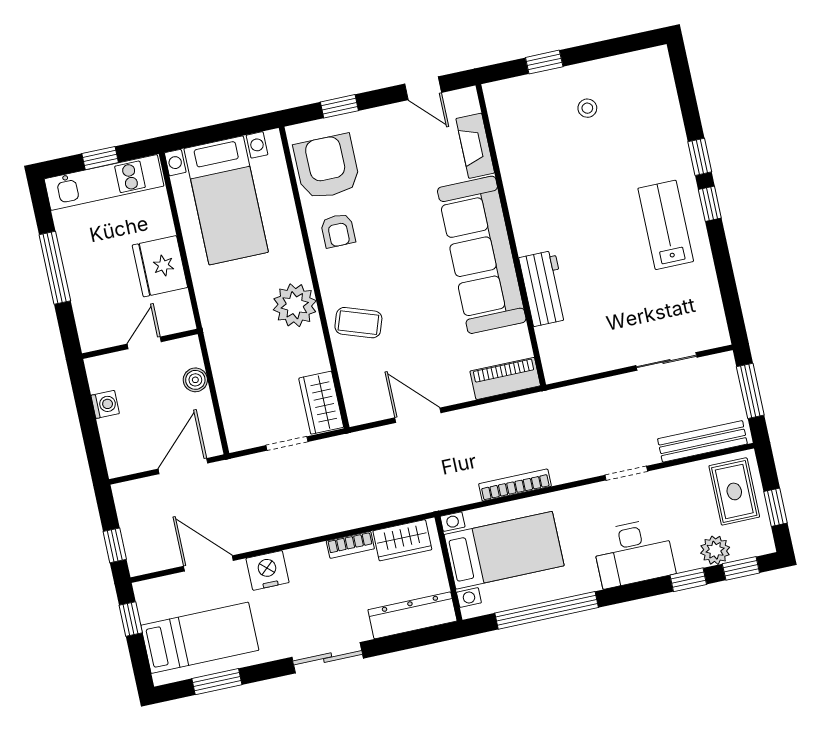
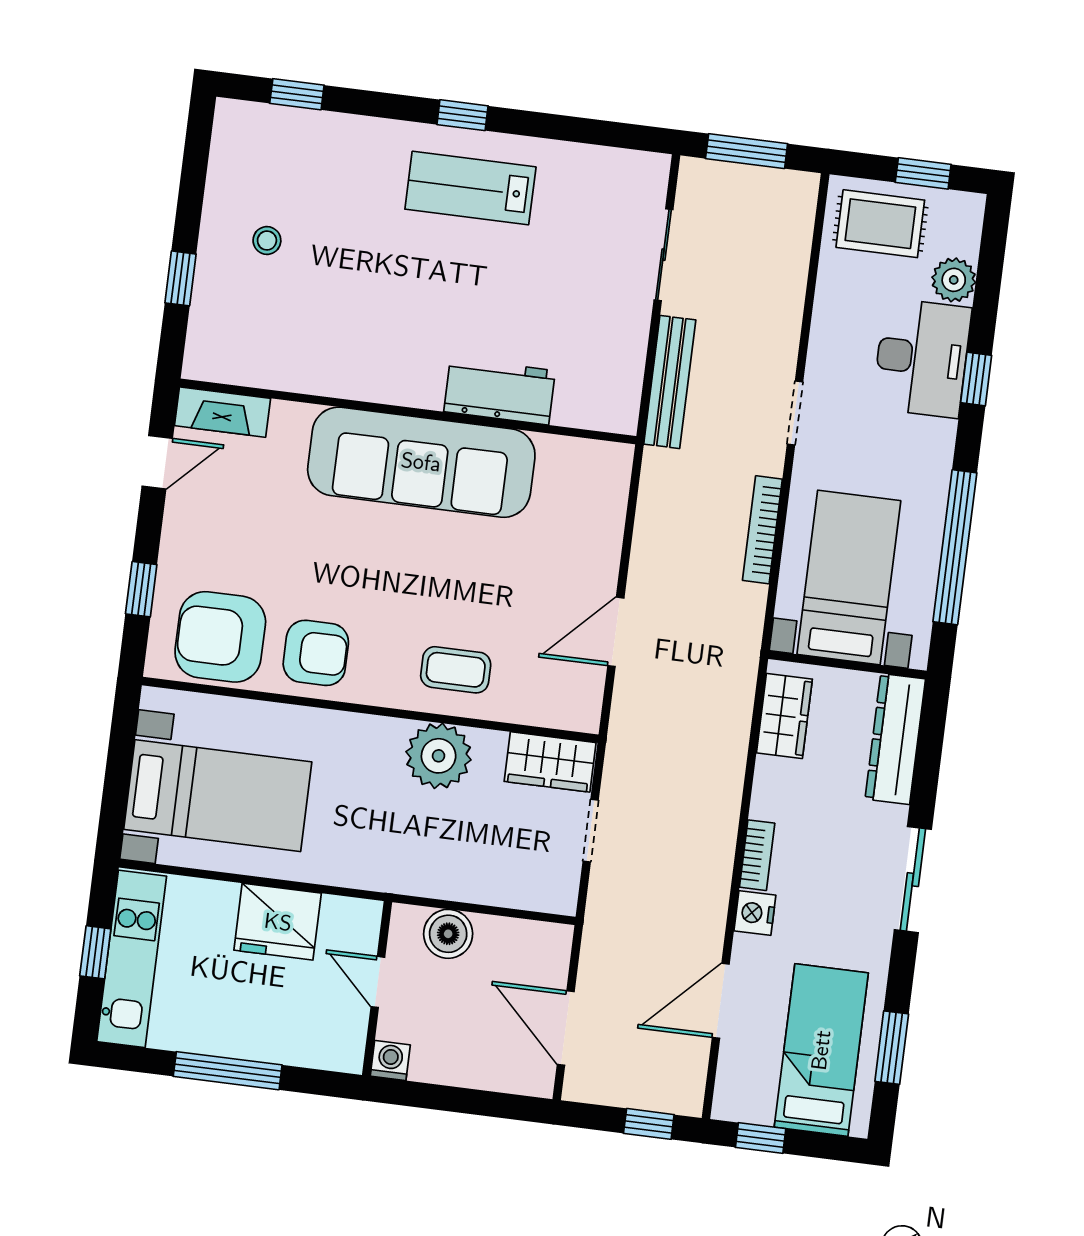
fireplace: (475, 146) -> (223, 412), moved
window: (700, 157) -> (297, 94), moved
armchair: (338, 231) -> (316, 653), width x1.38, depth x1.38
plant: (295, 305) -> (439, 756), moved
coffee table: (358, 323) -> (456, 670), turned 71
piano: (505, 378) -> (607, 490), removed
boiler: (195, 380) -> (448, 934), width x1.36, depth x1.36
washing machine: (105, 404) -> (390, 1061), moved
bench: (702, 441) -> (670, 382), moved
door: (183, 466) -> (566, 1028), moved
doorway: (626, 473) -> (795, 413), moved
bookcase: (350, 545) -> (757, 855), moved
desk: (633, 553) -> (922, 358), moved
window: (741, 568) -> (992, 253), removed
nightstand: (268, 570) -> (755, 913), width x0.74, depth x0.75
window: (688, 580) -> (976, 379), moved

